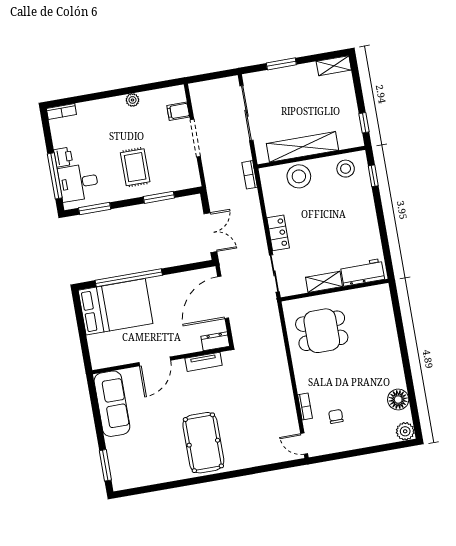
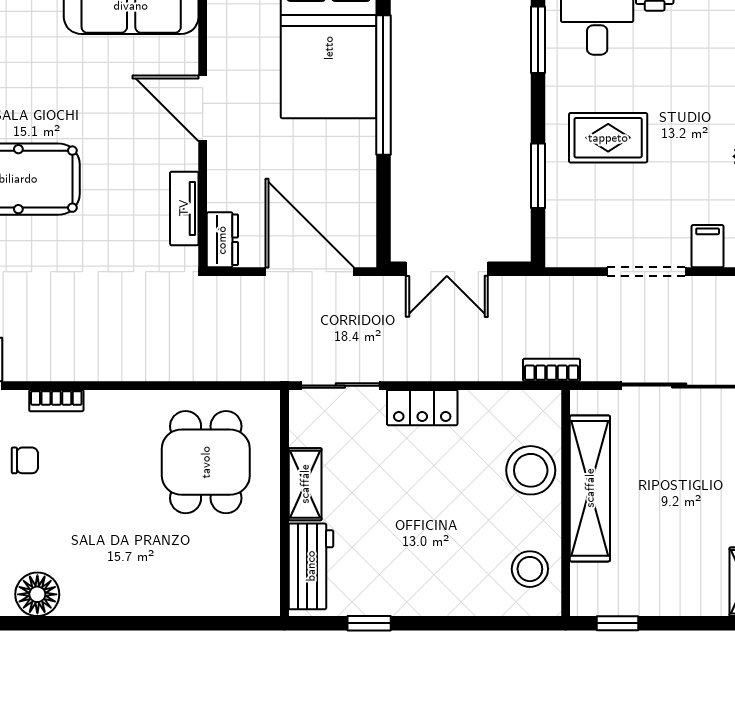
window: (373, 176) -> (369, 623), moved

